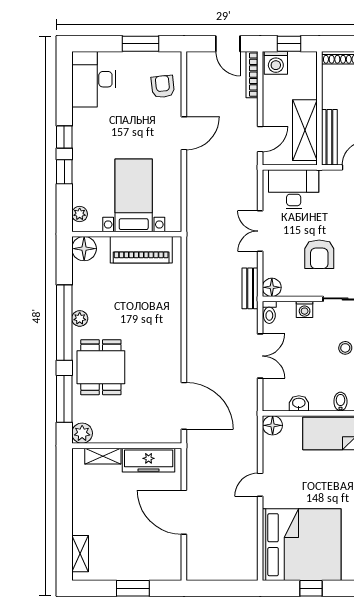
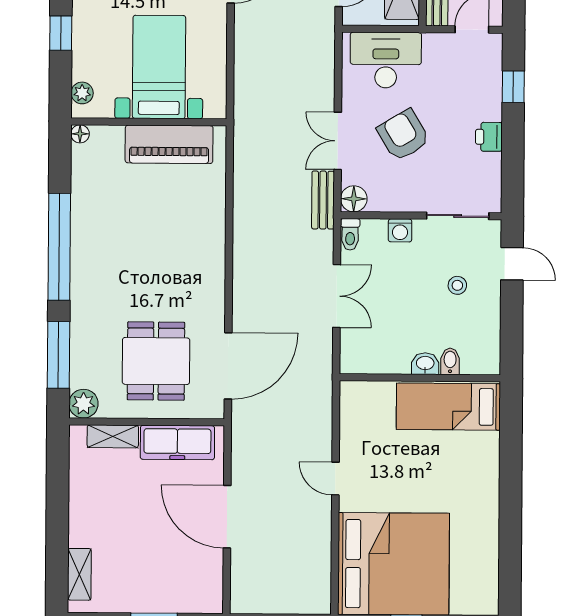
double door: (260, 231) -> (338, 141), moved
floor lamp: (84, 249) -> (80, 134), width x0.53, depth x0.53
armchair: (319, 254) -> (403, 135), moved, turned 149
plant: (80, 318) -> (81, 241), removed
dining table: (101, 367) -> (156, 361), moved
washbasin: (299, 403) -> (425, 364), moved
door: (184, 406) -> (228, 366), hinge flipped
floor lamp: (273, 425) -> (353, 394), removed
door: (260, 485) -> (335, 479), hinge flipped

